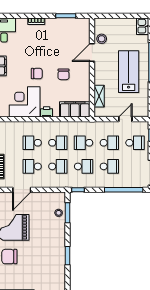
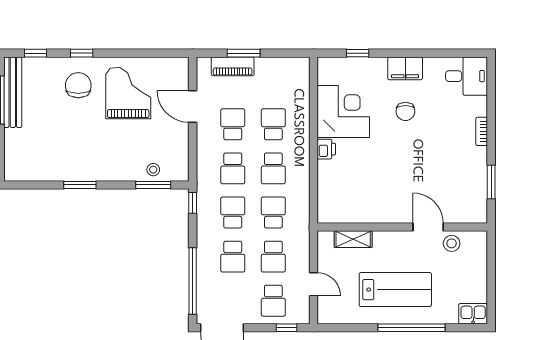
chair: (37, 74) -> (405, 111), moved
chair: (64, 74) -> (391, 178), removed
filing cabinet: (75, 109) -> (331, 197), removed
school desk: (84, 166) -> (233, 212), turned 180

